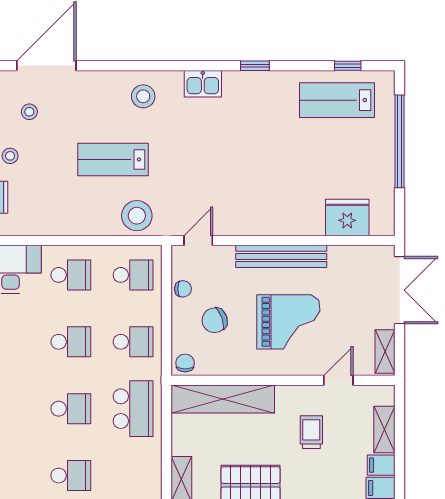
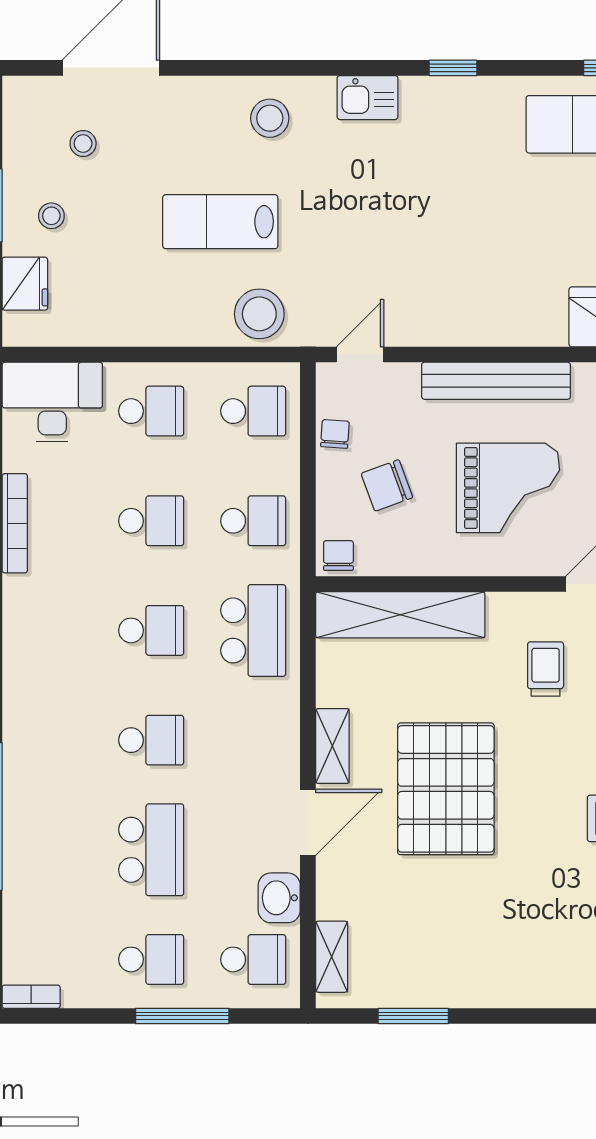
chair: (183, 289) -> (335, 434), turned -86

